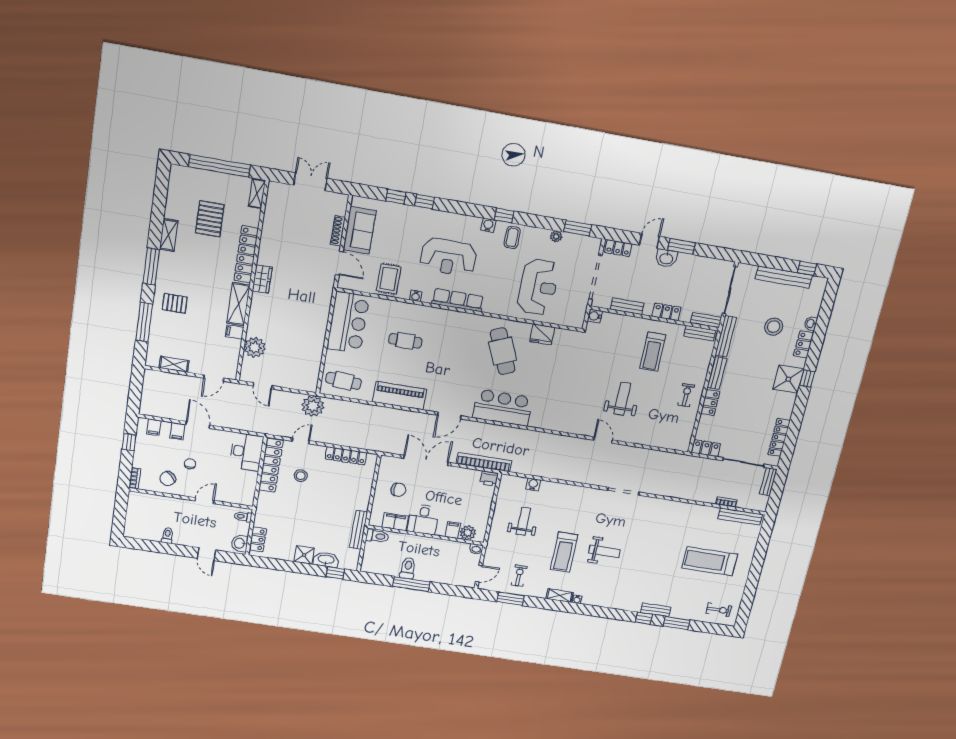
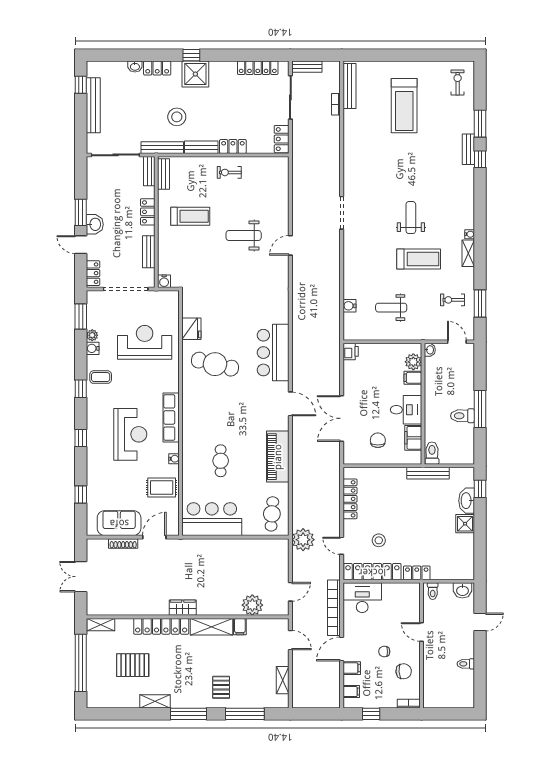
window: (424, 202) -> (81, 438), moved
water cooler: (488, 225) -> (93, 348), moved
stool: (774, 327) -> (177, 117), moved
cafe table: (503, 351) -> (215, 364), turned 37
bookcase: (484, 462) -> (334, 608), moved
chair: (168, 479) -> (404, 671), turned -50
locker: (258, 539) -> (417, 573), moved

